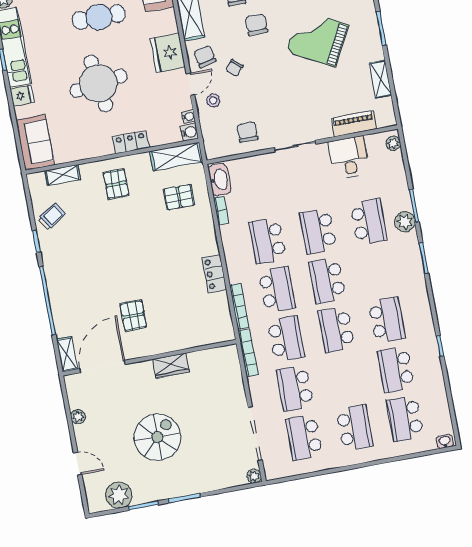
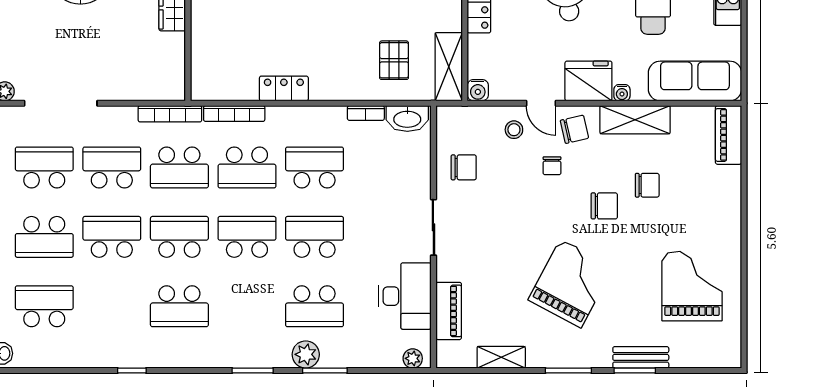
chair: (234, 68) -> (552, 166), turned -131
water cooler: (188, 117) -> (622, 93), moved
desk: (349, 157) -> (405, 296), width x1.37
school desk: (396, 369) -> (112, 237), moved

